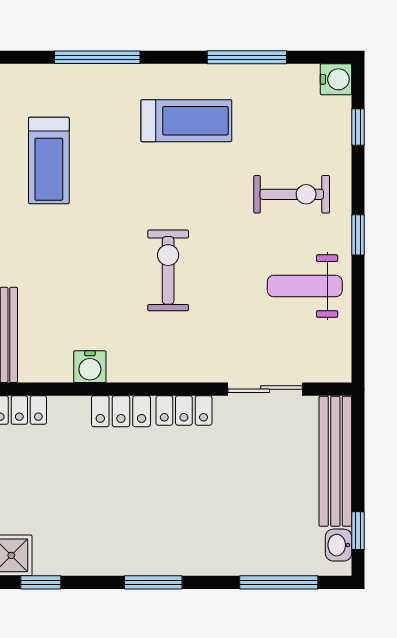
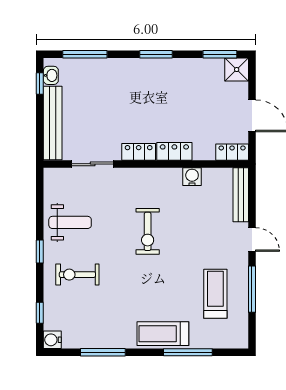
treadmill: (186, 121) -> (163, 334), moved
window: (41, 582) -> (220, 54), width x1.50

